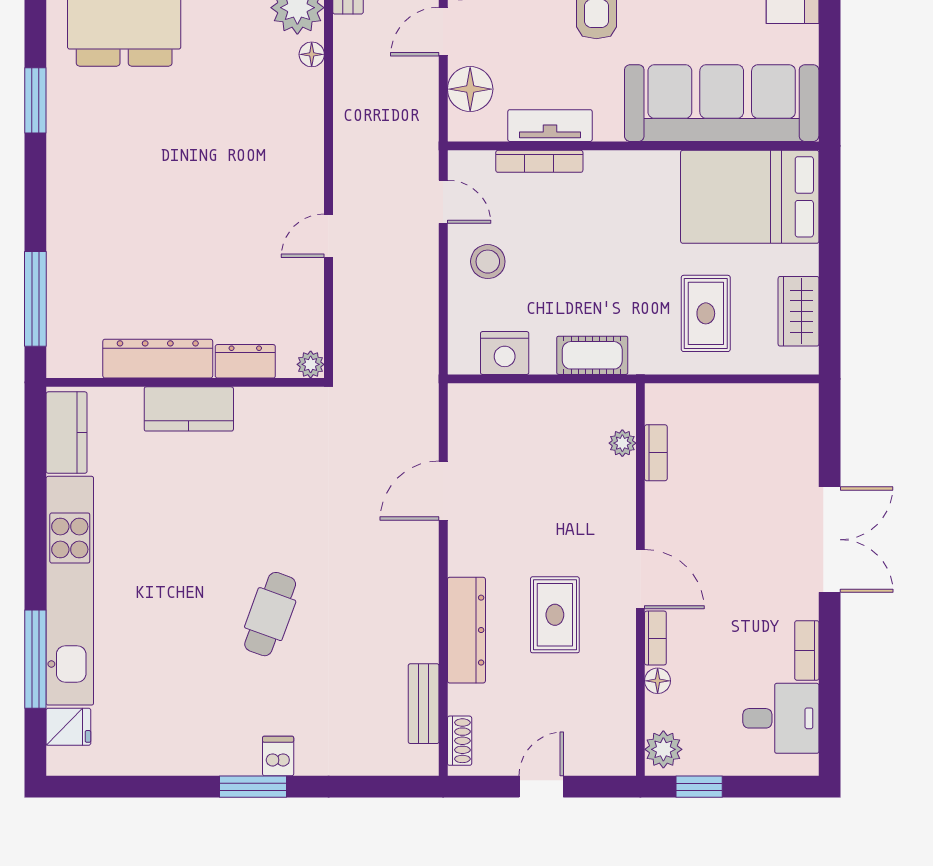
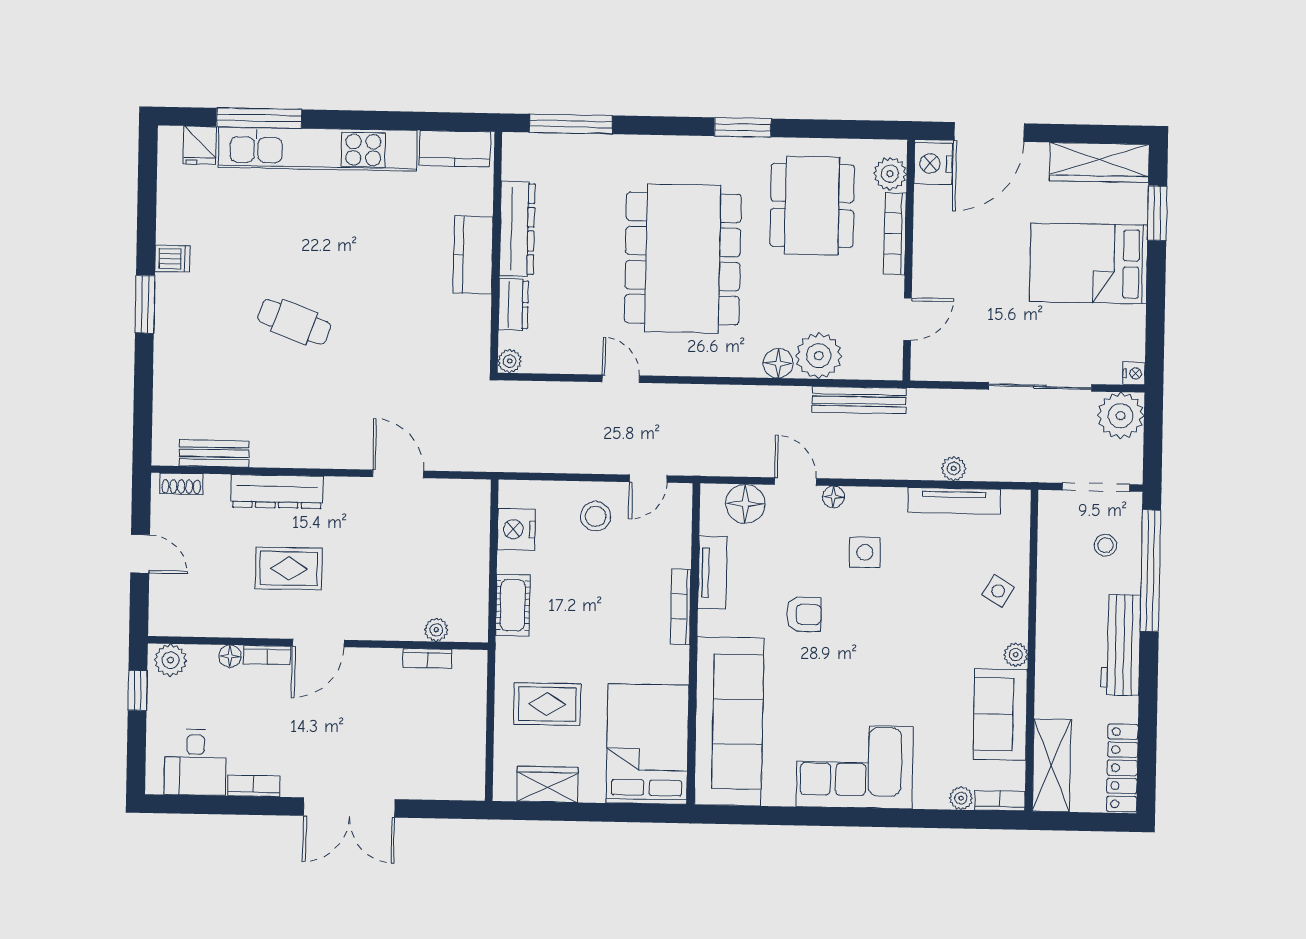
floor lamp: (312, 54) -> (778, 363), width x1.37, depth x1.37
bookcase: (539, 161) -> (681, 607), moved
dining table: (188, 167) -> (683, 259), added
dishwasher: (278, 756) -> (172, 259), moved

